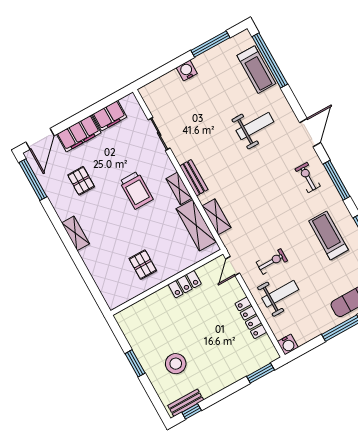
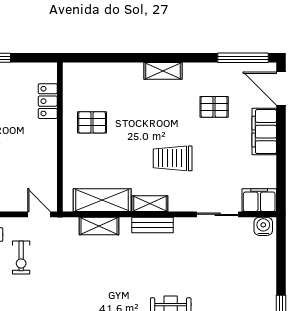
water cooler: (187, 71) -> (263, 226), moved, turned -90
filing cabinet: (110, 116) -> (259, 200), moved, turned 90
locker: (185, 284) -> (48, 101), moved

